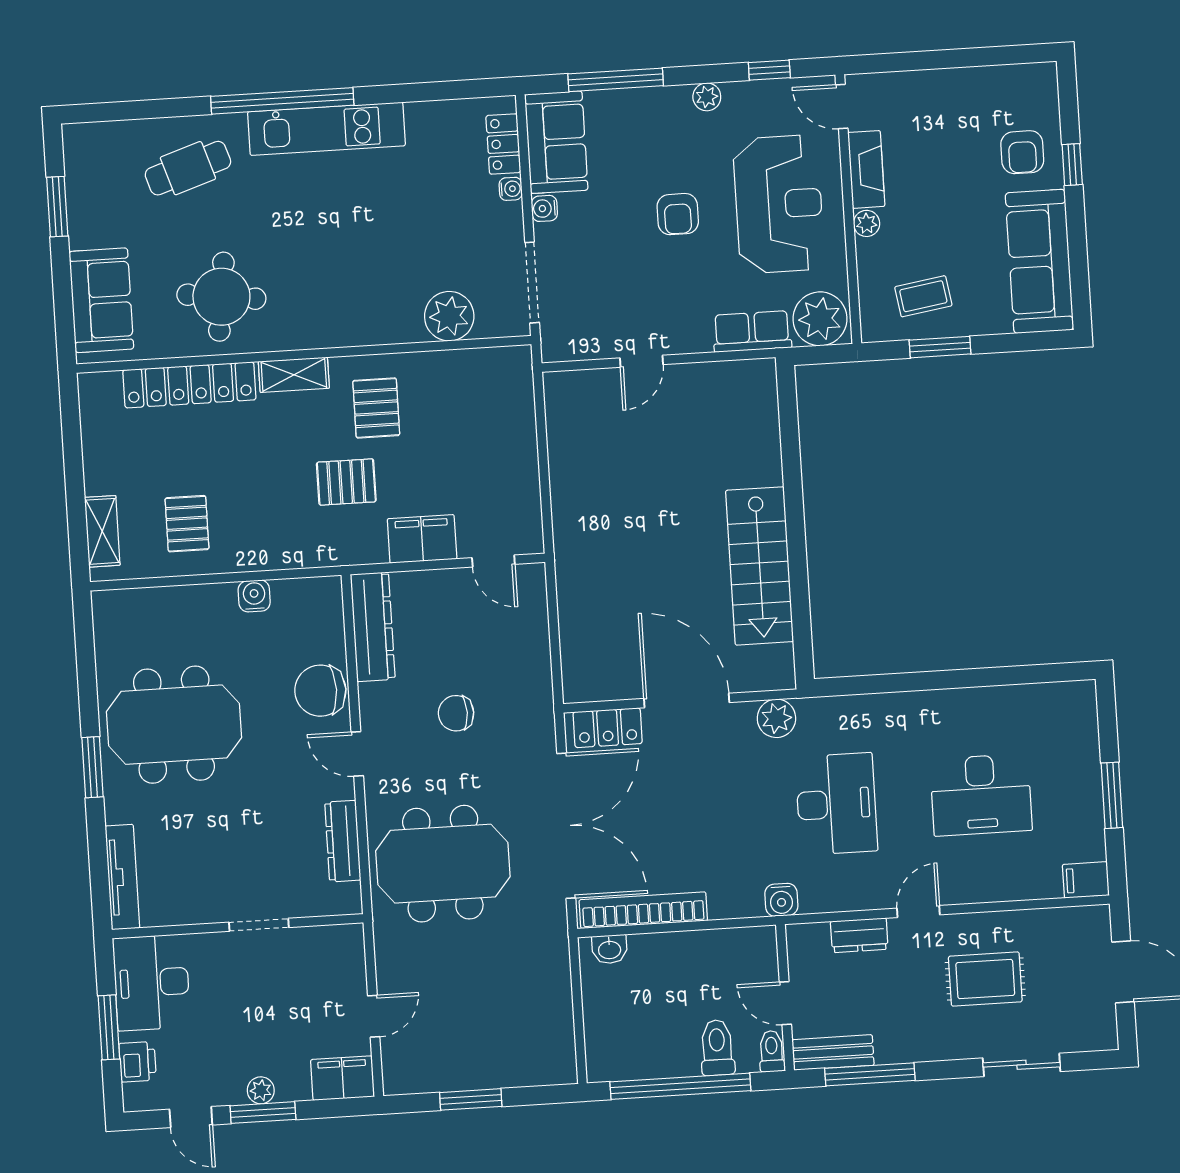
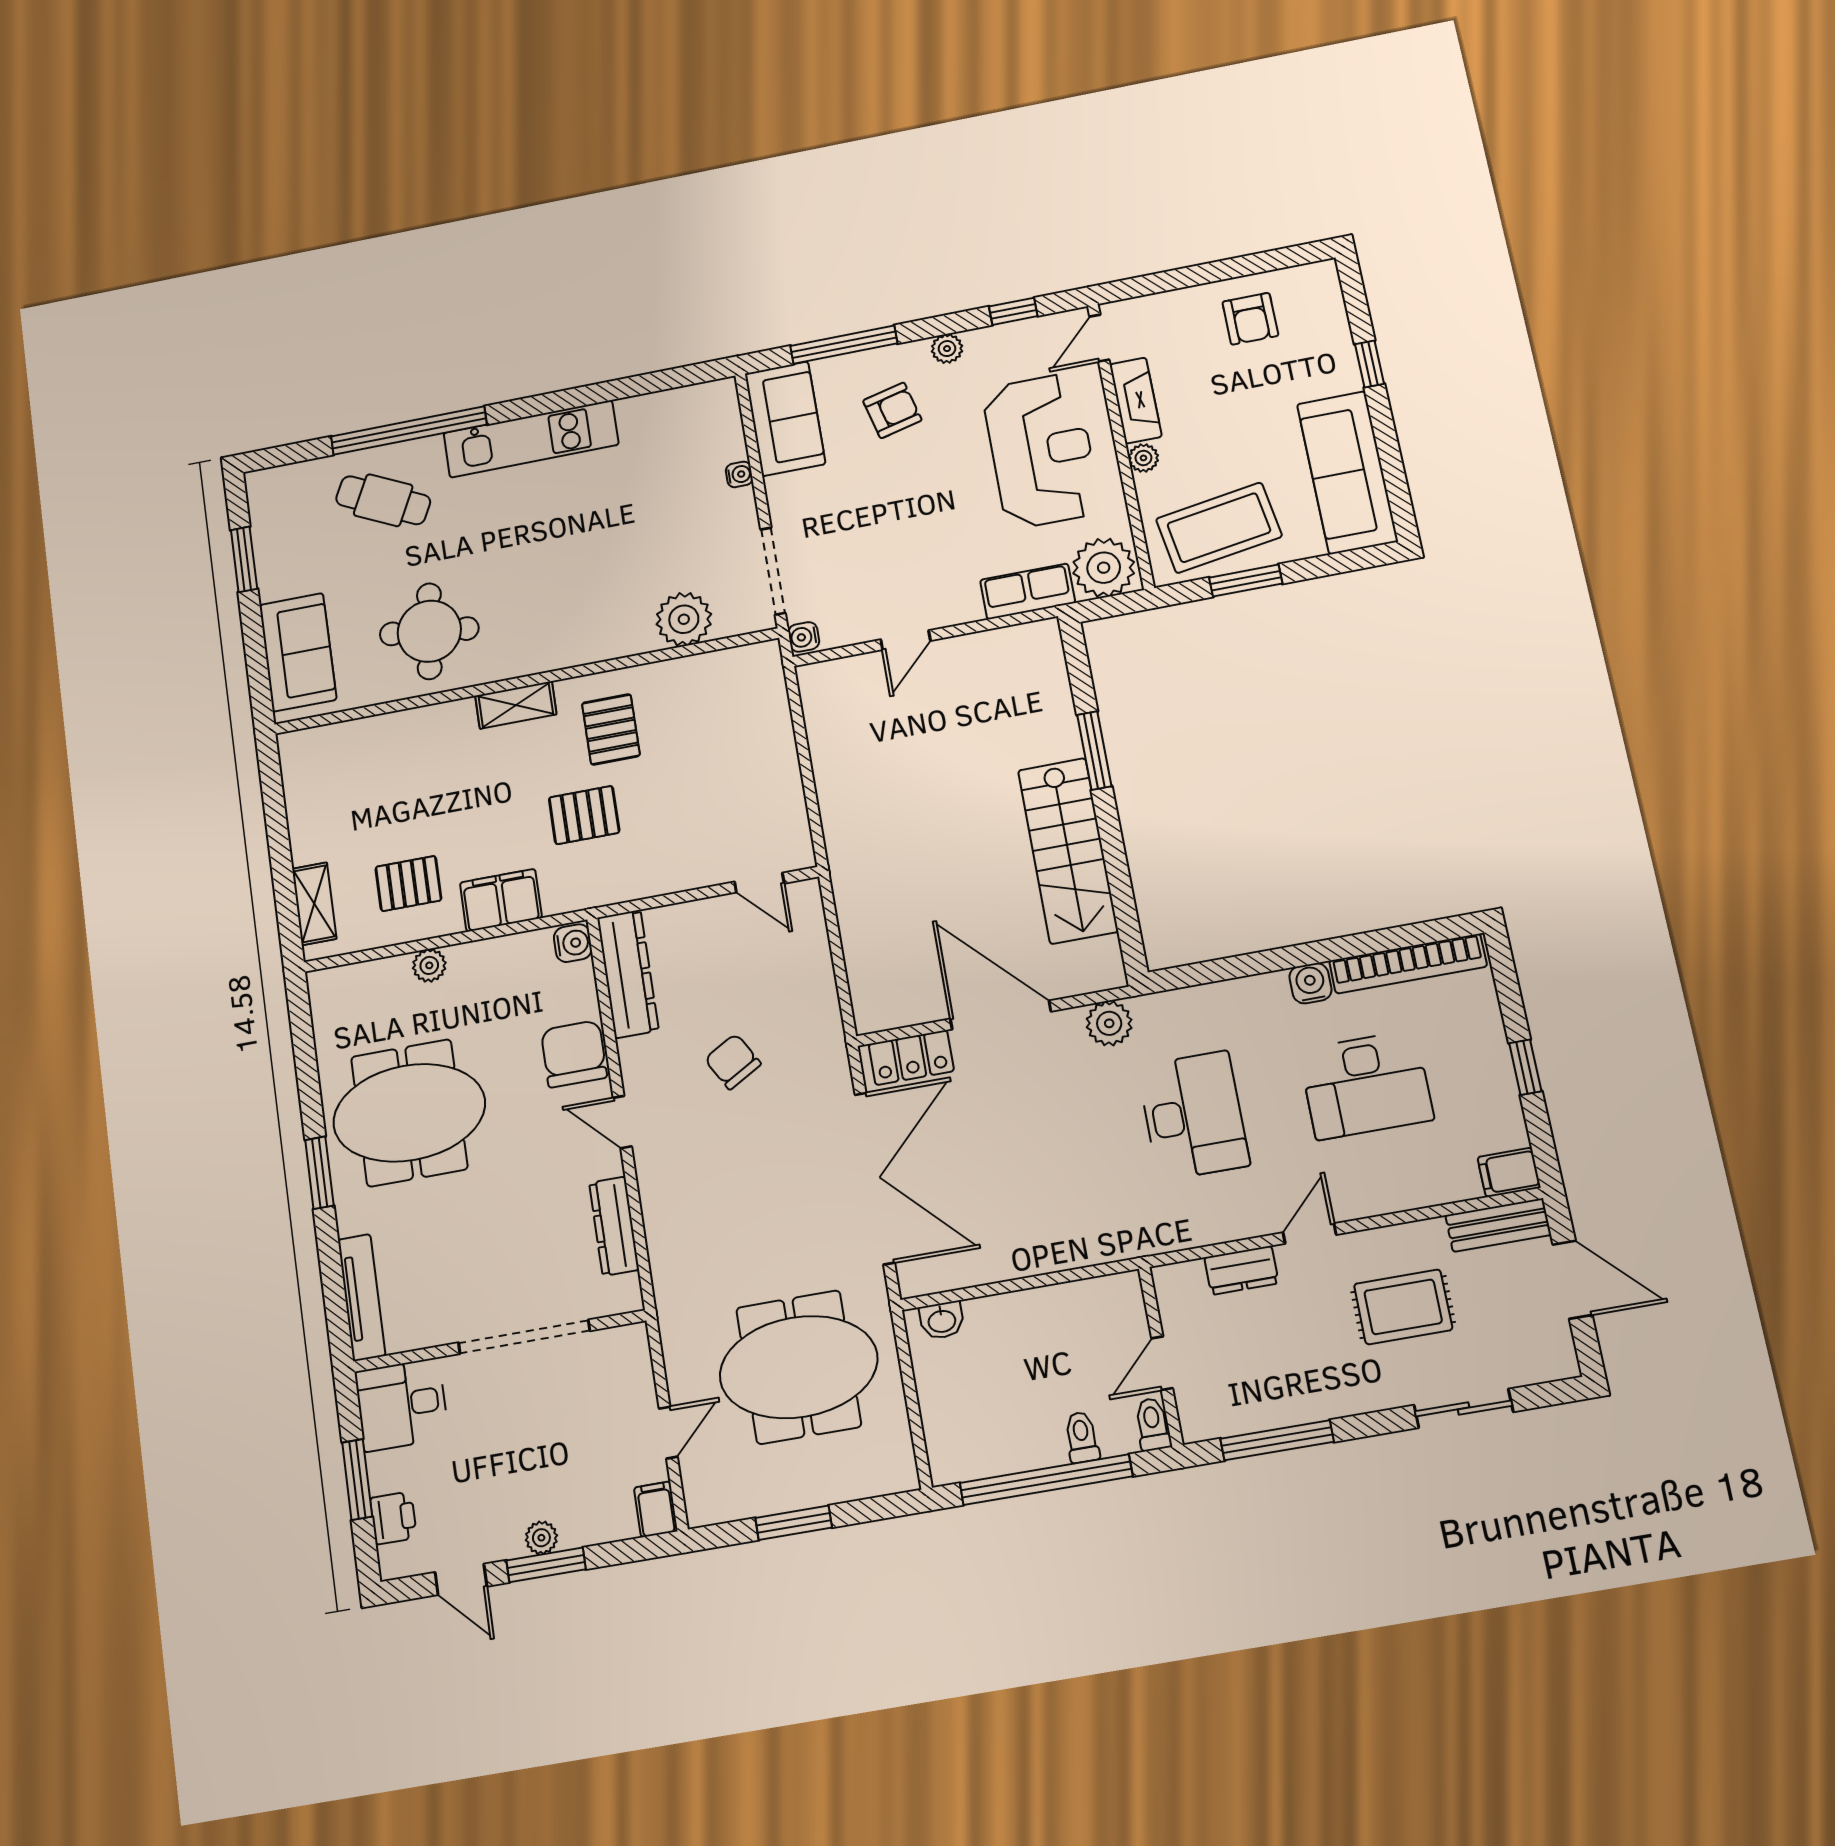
window: (282, 101) -> (409, 430), moved
door: (842, 107) -> (1099, 338), hinge flipped
locker: (503, 144) -> (727, 428), removed
armchair: (1022, 152) -> (1250, 319), moved
cafe table: (188, 168) -> (383, 500), turned 44
water cooler: (544, 208) -> (804, 637), moved
armchair: (678, 214) -> (892, 410), moved, turned -104
coffee table: (923, 296) -> (1219, 528), width x1.86, depth x1.72
locker: (189, 385) -> (401, 731), removed
window: (792, 481) -> (1094, 751), added
pallet: (187, 524) -> (408, 884), turned 90
filing cabinet: (422, 539) -> (501, 900), moved
water cooler: (254, 596) -> (573, 943), moved, turned 90
plant: (200, 598) -> (429, 965), added
chair: (320, 691) -> (574, 1054), turned 90
chair: (456, 713) -> (733, 1062), turned 60
window: (1112, 795) -> (1525, 1067), width x0.67
meeting table: (443, 864) -> (799, 1367), moved
water cooler: (781, 900) -> (1310, 983), moved, turned 180
bookcase: (643, 910) -> (1408, 964), moved, turned 180
doorway: (259, 925) -> (524, 1337), width x1.88
desk: (152, 983) -> (402, 1405), width x0.73
door: (785, 1003) -> (1162, 1363), hinge flipped
toilet: (717, 1048) -> (1082, 1437), width x0.73, depth x0.72
bench: (833, 1052) -> (1498, 1225), moved
filing cabinet: (343, 1078) -> (656, 1509), width x0.50

